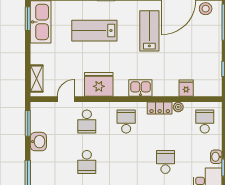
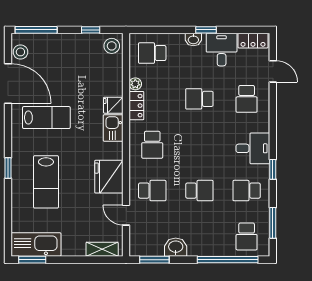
lab bench: (149, 31) -> (46, 118), turned 180
stool: (211, 87) -> (112, 46), added
fridge: (186, 88) -> (113, 105), moved
school desk: (126, 121) -> (152, 145), turned -90

